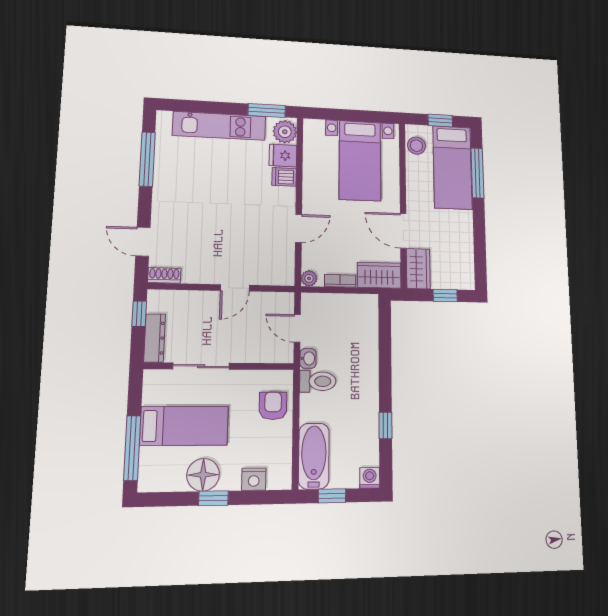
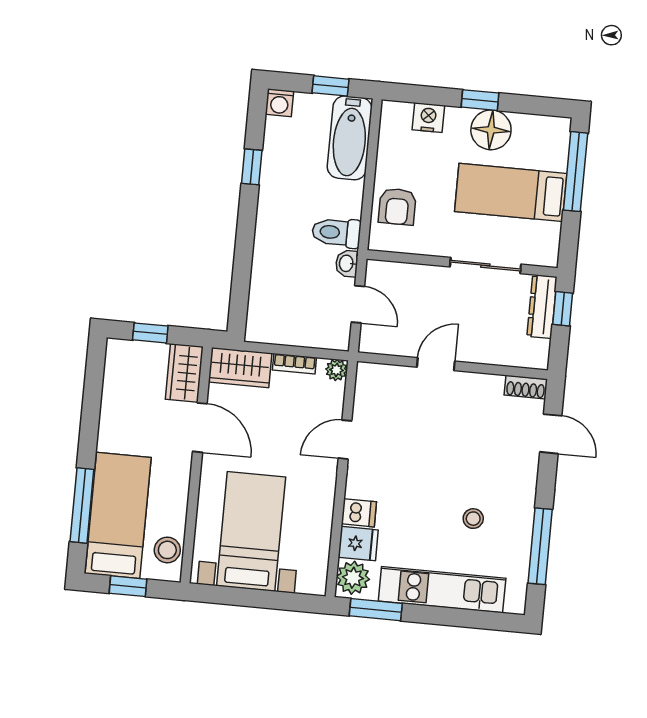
stool: (199, 177) -> (473, 519), added
window: (139, 314) -> (563, 309), moved

